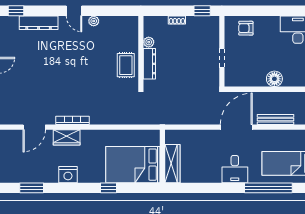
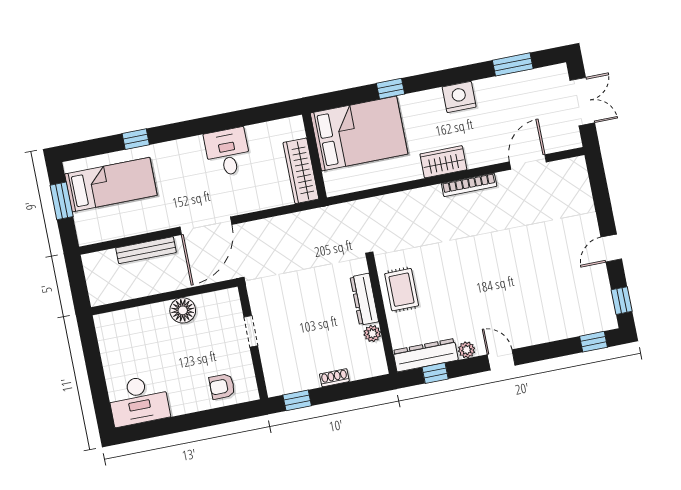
window: (115, 11) -> (435, 373), added
dresser: (39, 23) -> (426, 355), moved
armchair: (246, 28) -> (222, 386), turned 180
floor lamp: (274, 79) -> (183, 310), moved
wardrobe: (67, 137) -> (443, 162), moved
wardrobe: (172, 164) -> (301, 171), moved
desk: (235, 169) -> (228, 152), moved
window: (268, 188) -> (136, 139), width x0.32

